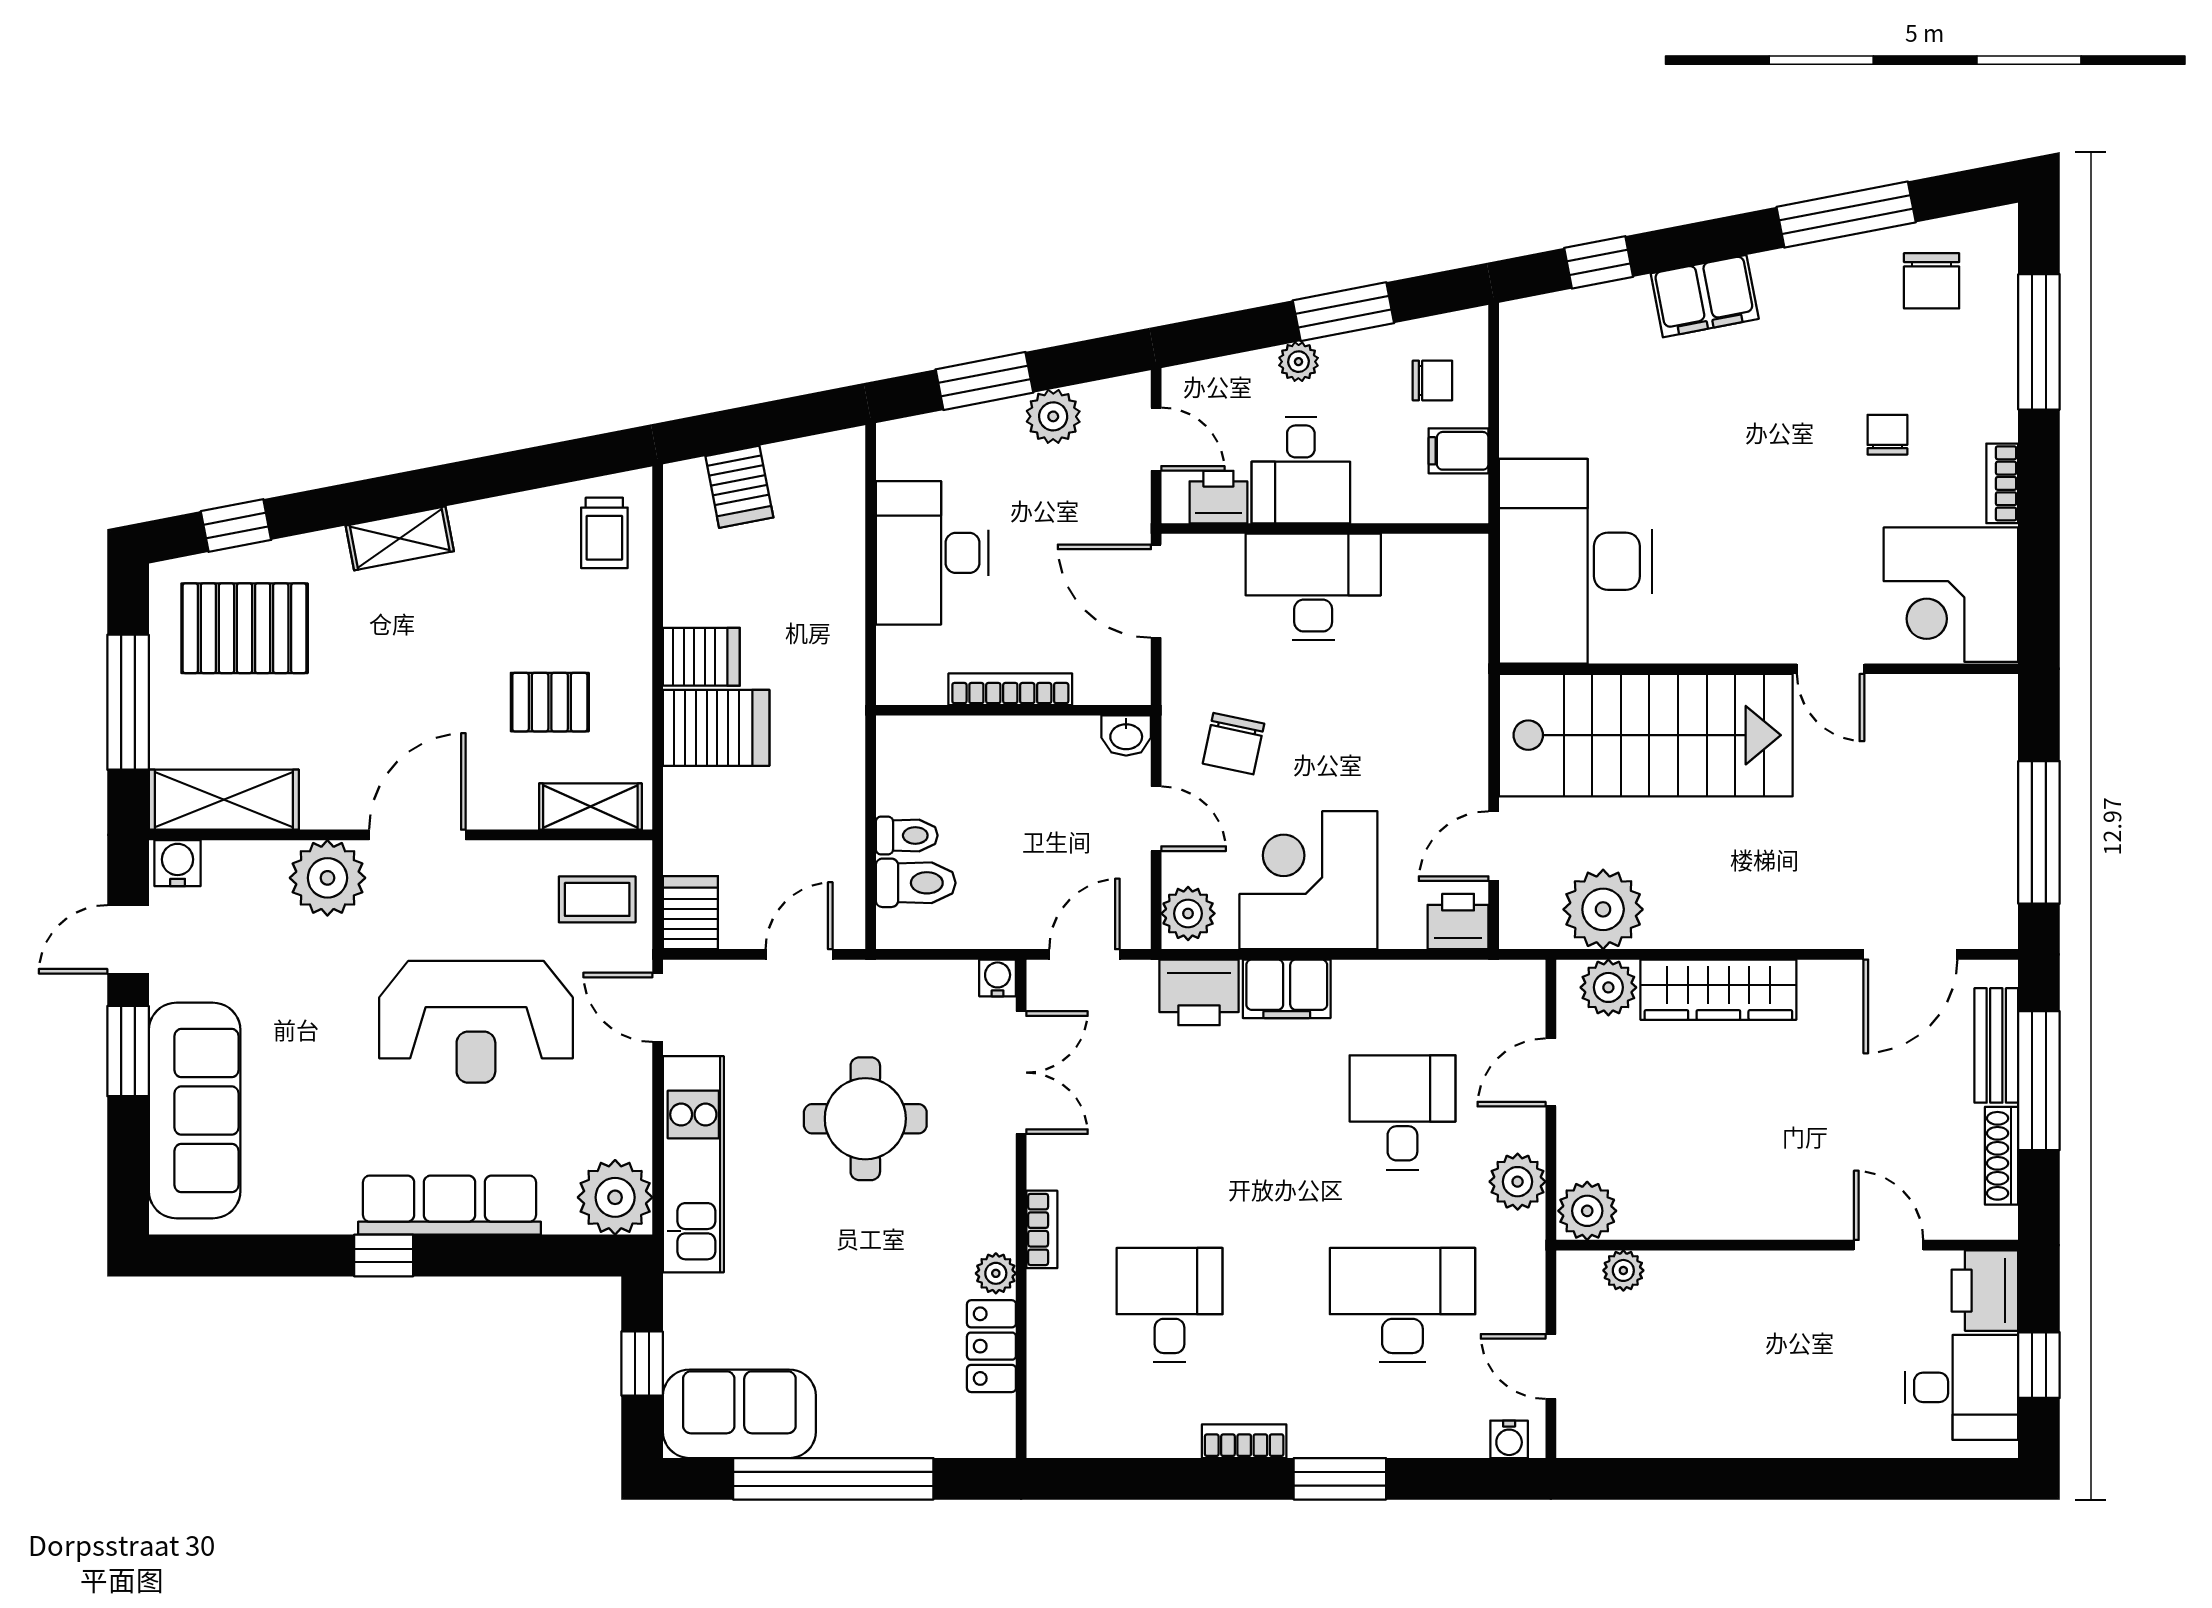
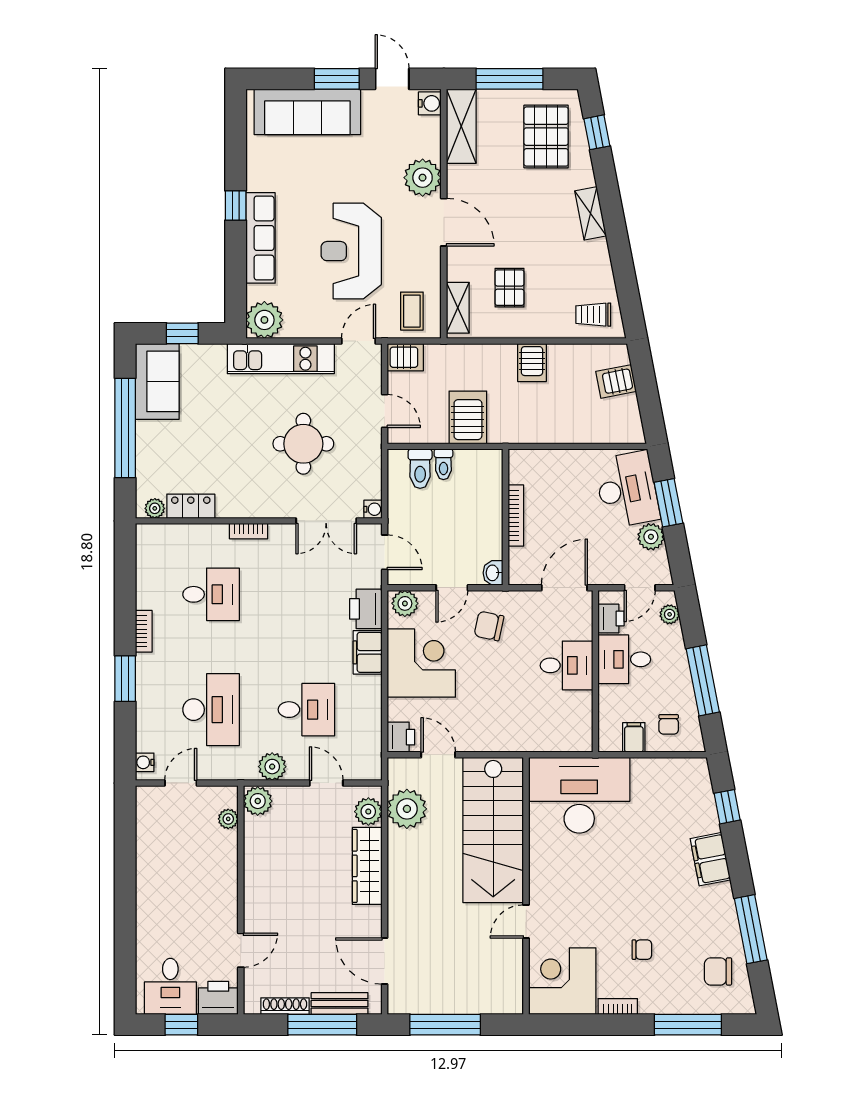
window: (1343, 312) -> (703, 680), width x1.44
plant: (1298, 362) -> (670, 614), moved
desk: (932, 553) -> (627, 490), moved, turned 79
desk: (1313, 587) -> (567, 665), width x0.73
server rack: (716, 728) -> (468, 417), moved, turned 180
plant: (996, 1273) -> (155, 508), moved

